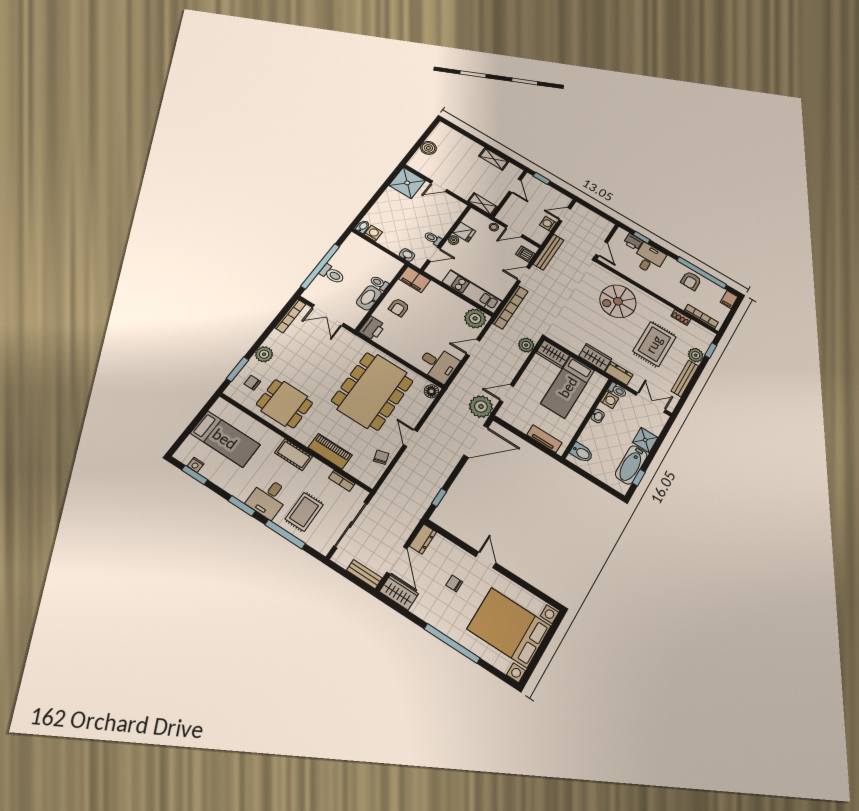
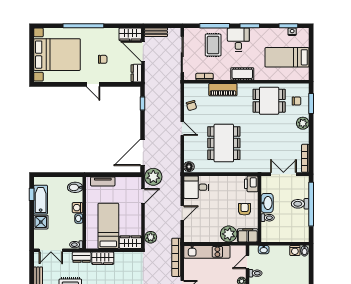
plant: (475, 318) -> (229, 234), moved
dining table: (372, 391) -> (224, 143), width x0.73, depth x0.80
washing machine: (610, 400) -> (78, 208), moved

